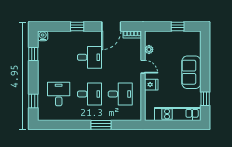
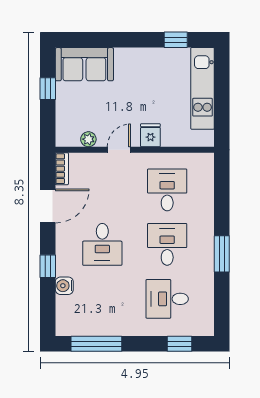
door: (111, 26) -> (48, 206), hinge flipped
water cooler: (43, 36) -> (64, 286), moved
window: (33, 54) -> (96, 344), width x2.17
desk: (89, 57) -> (102, 244), turned 180
sofa: (191, 72) -> (84, 64), moved
window: (101, 125) -> (222, 254), moved

